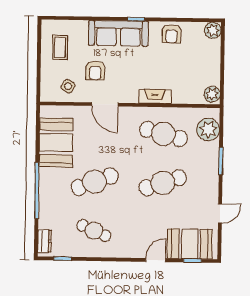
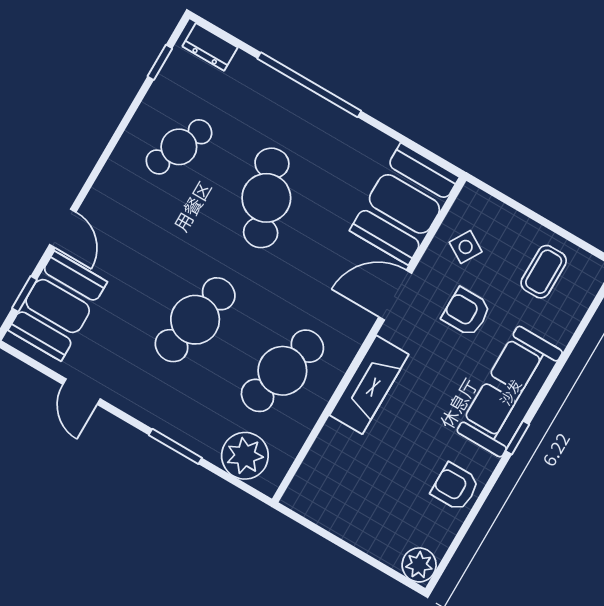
coffee table: (60, 47) -> (544, 272), turned 90
plant: (212, 94) -> (305, 499), removed
fireplace: (155, 96) -> (369, 385), width x1.37, depth x1.32
booth: (56, 143) -> (404, 204), moved, turned 90
cafe table: (163, 183) -> (195, 320), turned 30

